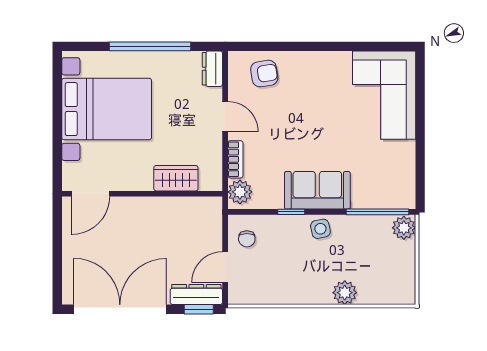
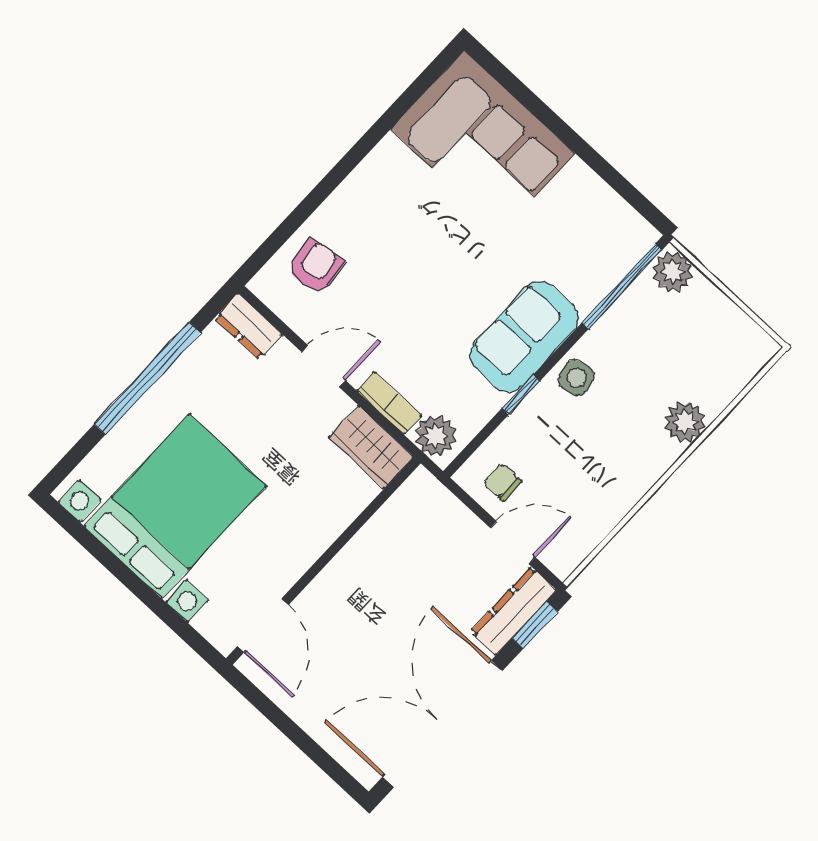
wardrobe: (176, 178) -> (371, 447), moved, turned -90
chair: (247, 239) -> (503, 482), turned 180
door: (225, 267) -> (513, 543), swing flipped

